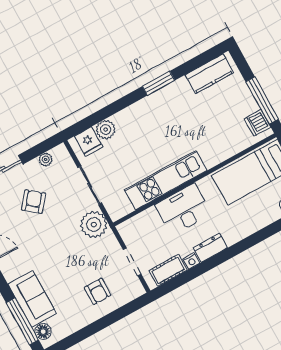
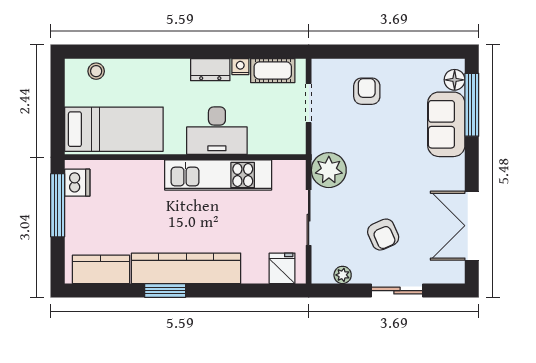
kitchen counter: (153, 106) -> (186, 268), added
plant: (106, 130) -> (255, 271), removed
armchair: (34, 202) -> (383, 235), turned -63

